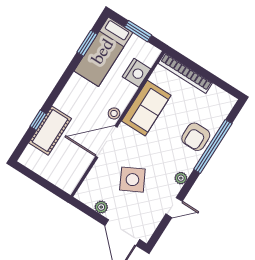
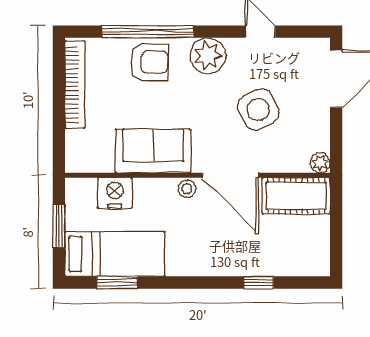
bookcase: (185, 73) -> (75, 84), moved
cot: (50, 131) -> (296, 196), moved
plant: (181, 178) -> (208, 56), width x1.88, depth x1.88
plant: (101, 207) -> (320, 163), moved

